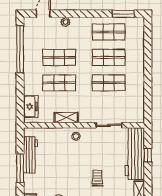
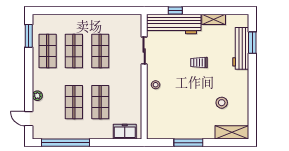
shelving: (66, 118) -> (136, 95), removed
workbench: (30, 155) -> (175, 132), removed

